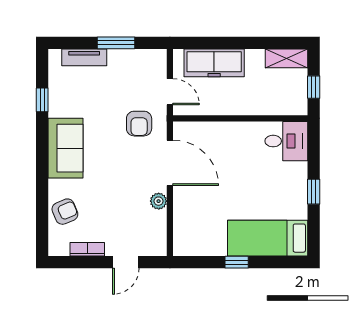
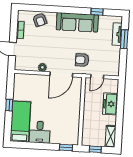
window: (116, 43) -> (124, 39), moved
freezer: (214, 63) -> (110, 104), width x0.71
desk: (286, 141) -> (40, 132), moved
sofa: (65, 148) -> (77, 22), width x1.36
window: (314, 192) -> (66, 148), moved

